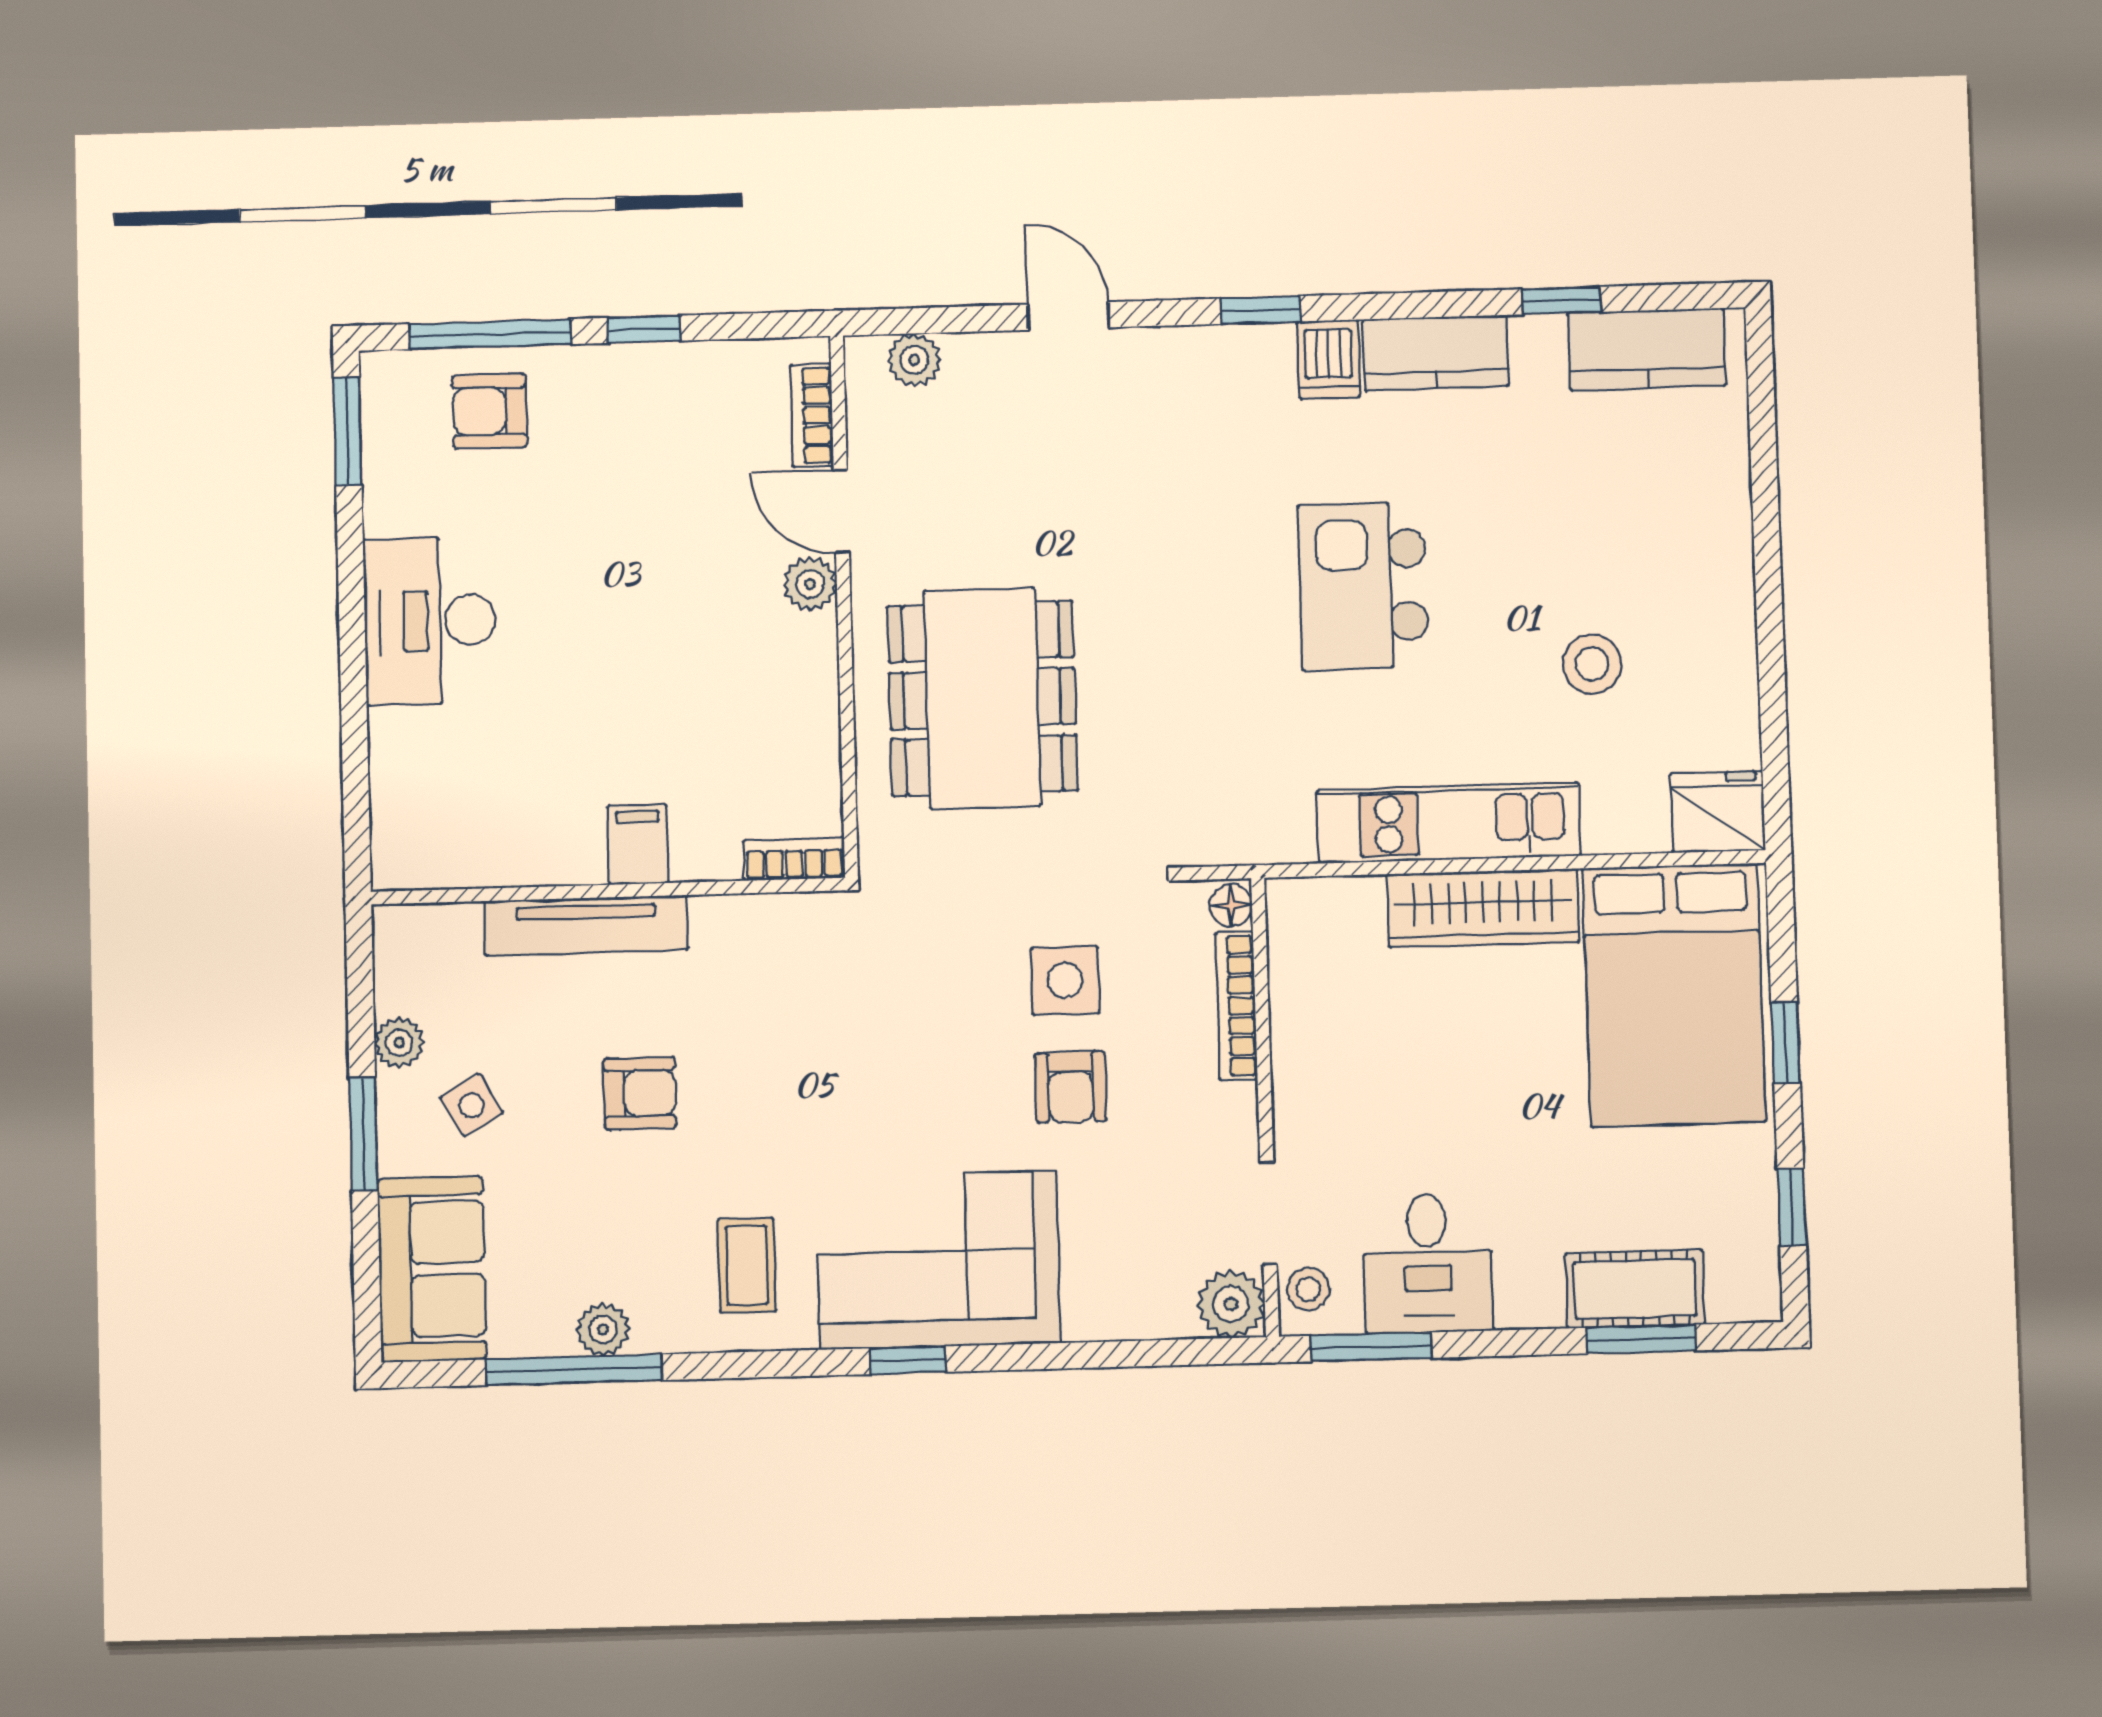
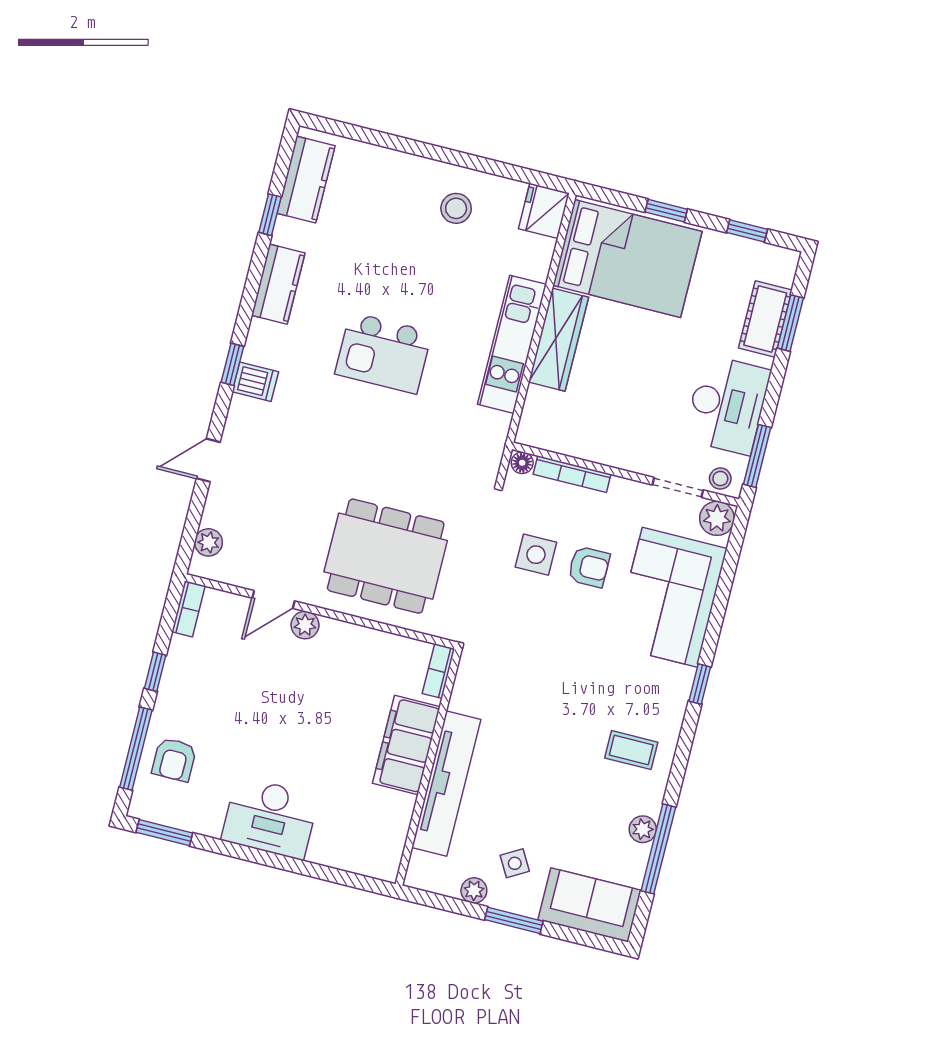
dishwasher: (1329, 359) -> (255, 382), moved
bookcase: (812, 415) -> (189, 609), moved, turned -90
stool: (1592, 664) -> (456, 208), moved
filing cabinet: (638, 844) -> (406, 745), width x3.00, depth x1.17
tv unit: (586, 926) -> (446, 783), width x1.36, depth x1.29
armchair: (640, 1093) -> (532, 779), removed
corner sofa: (938, 1260) -> (670, 597), moved
desk: (1428, 1263) -> (727, 405), width x1.37

